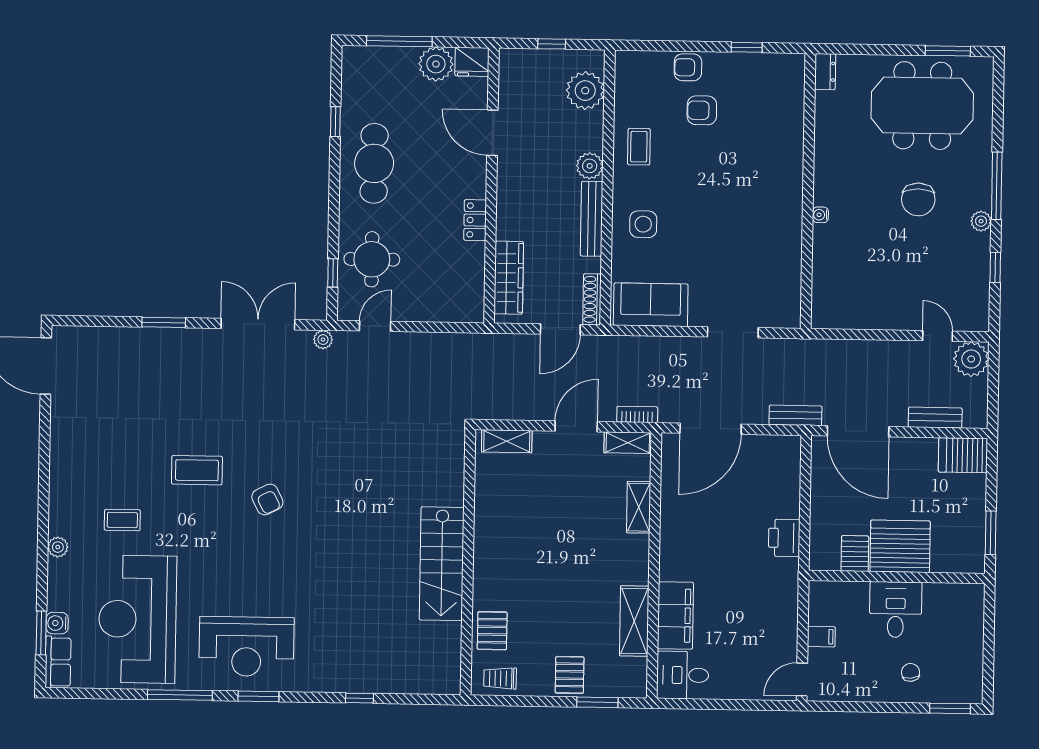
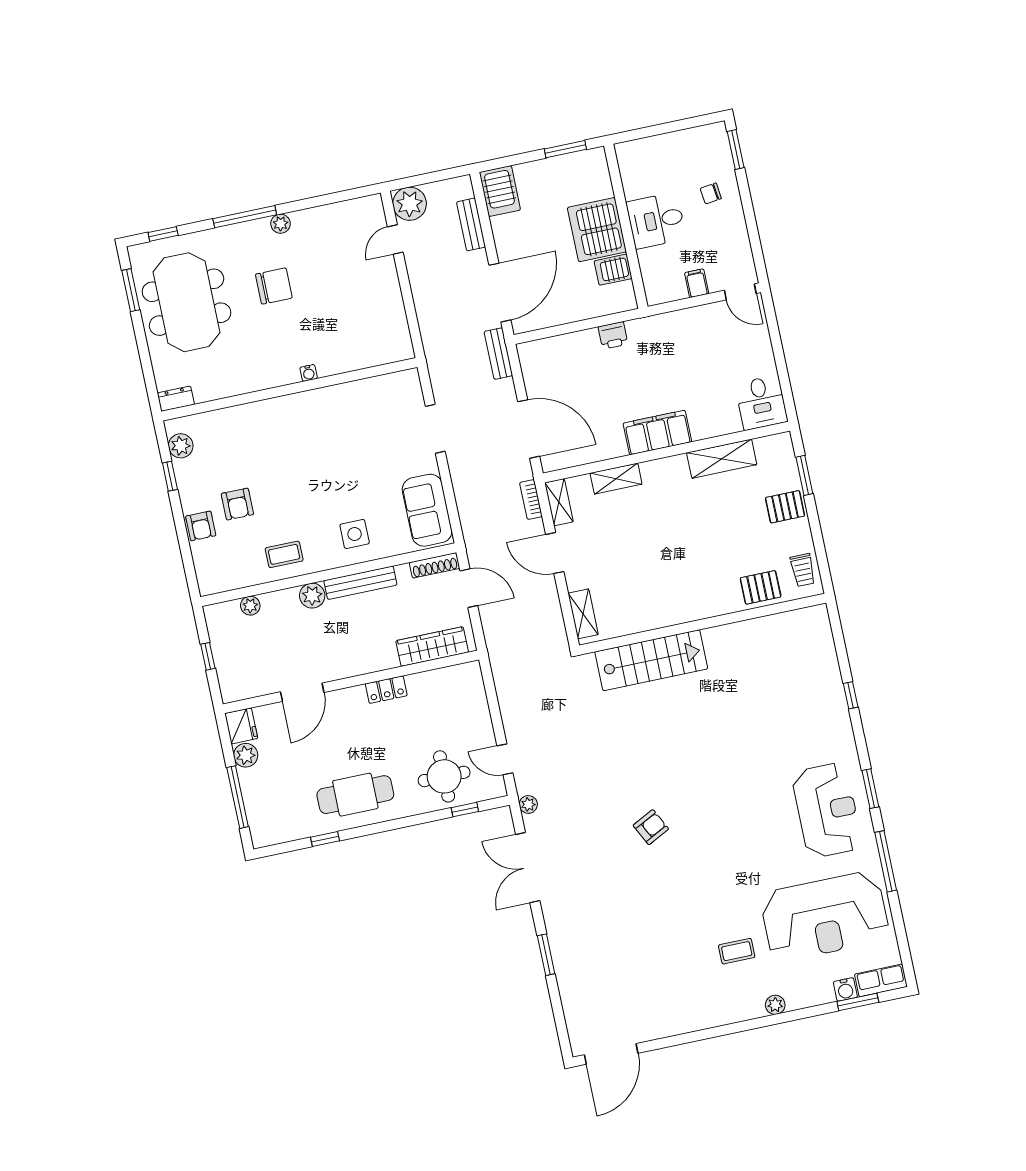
plant: (436, 64) -> (246, 755), width x0.73, depth x0.73
plant: (775, 66) -> (181, 446), added
plant: (585, 91) -> (250, 606), width x0.53, depth x0.53
window: (995, 267) -> (163, 234), moved
coffee table: (197, 470) -> (675, 893), removed
armchair: (267, 499) -> (651, 827), moved
coffee table: (122, 520) -> (737, 951), turned 90
printer: (784, 538) -> (613, 335), width x0.73, depth x0.81
stairs: (442, 564) -> (651, 660), moved
filing cabinet: (675, 616) -> (657, 433), moved

